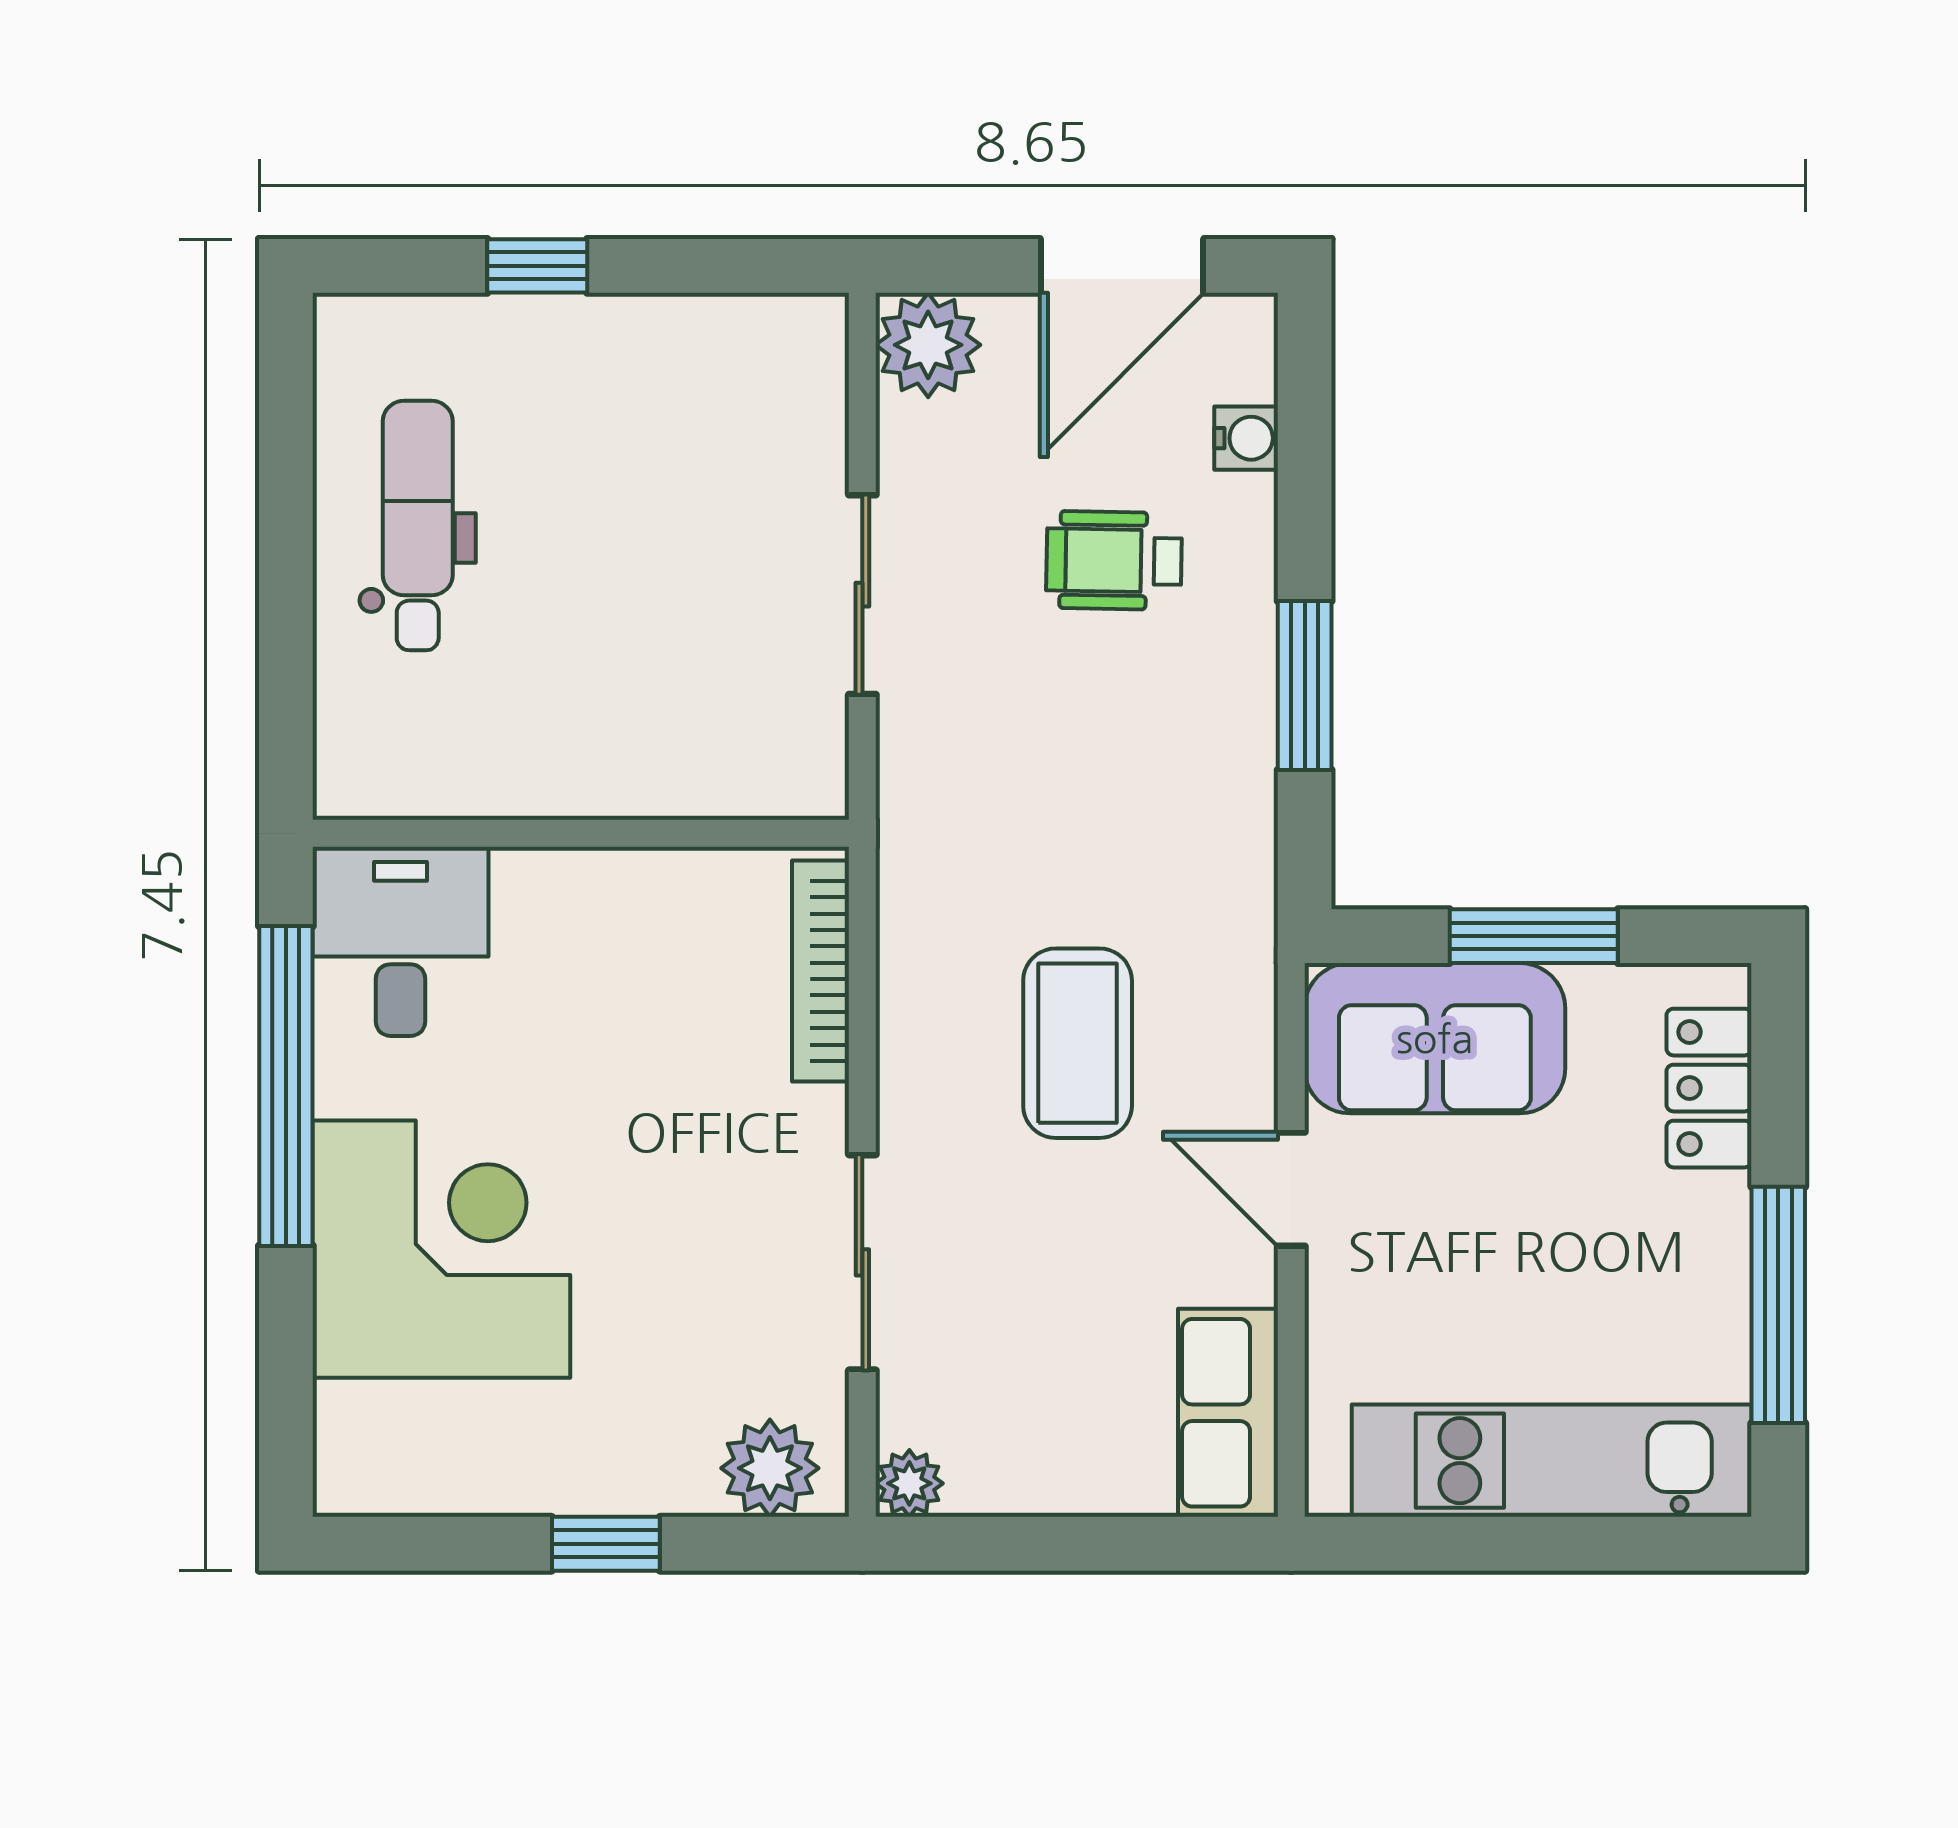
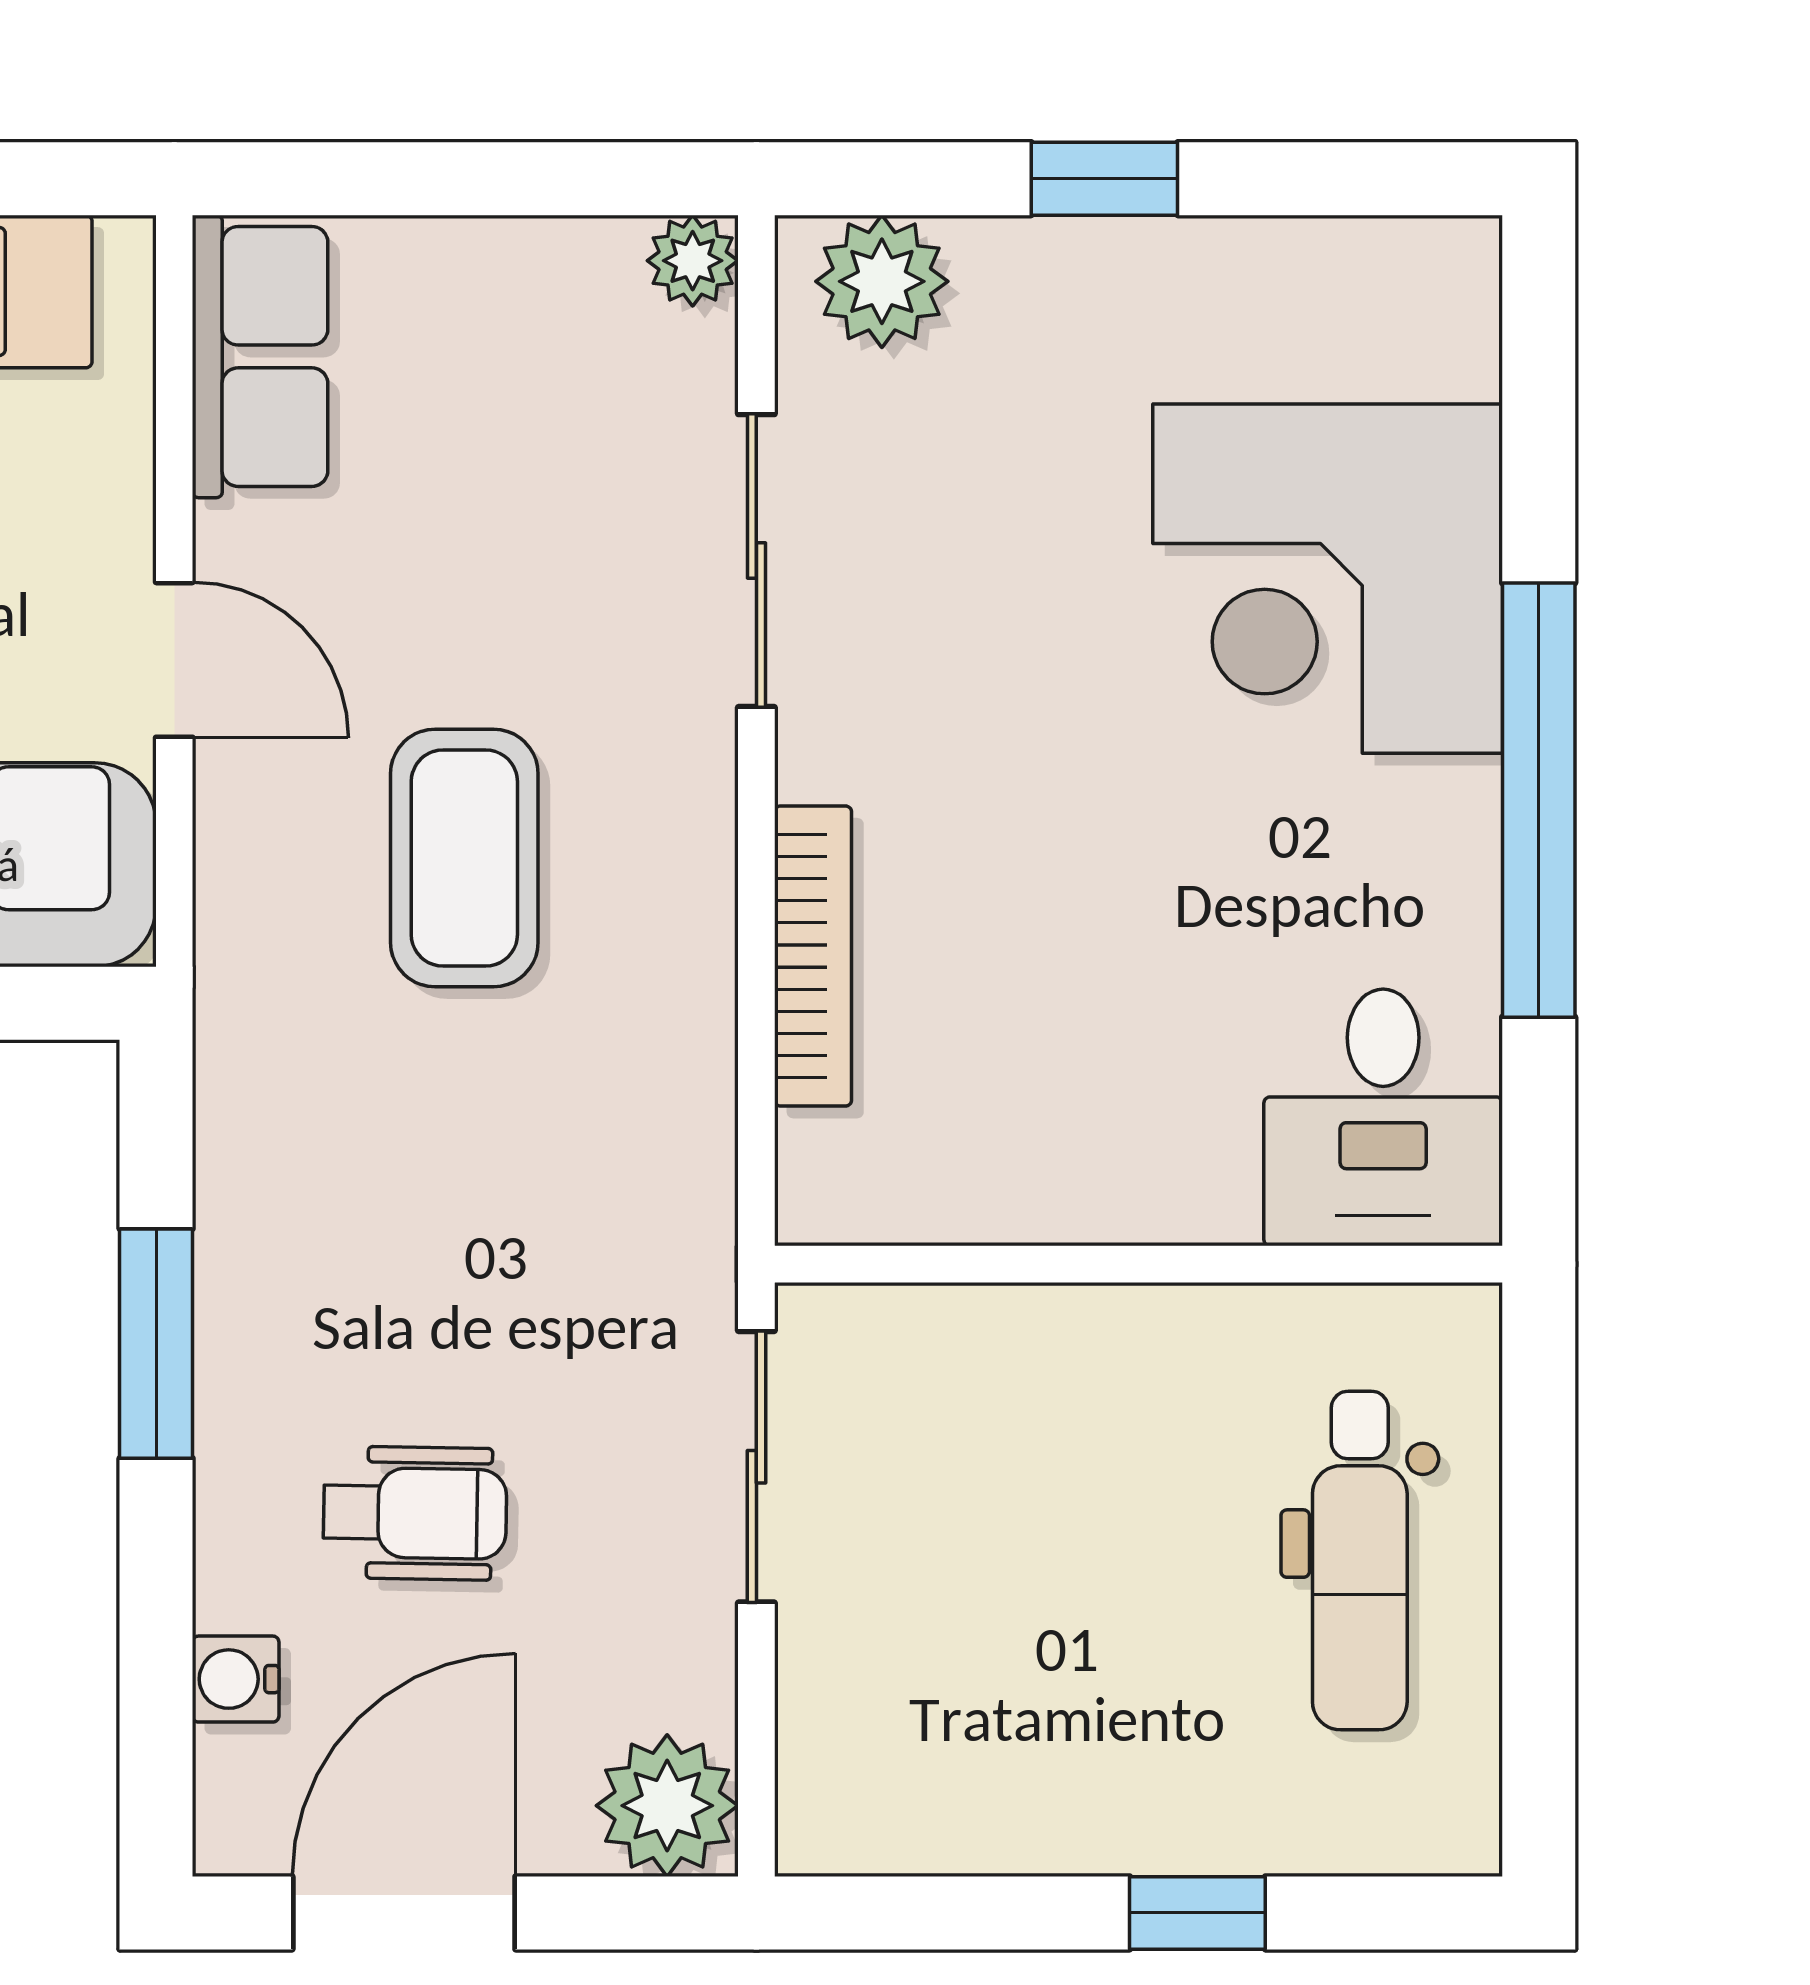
wall: (581, 833) -> (1138, 1264), moved
desk: (401, 941) -> (1383, 1117), moved

